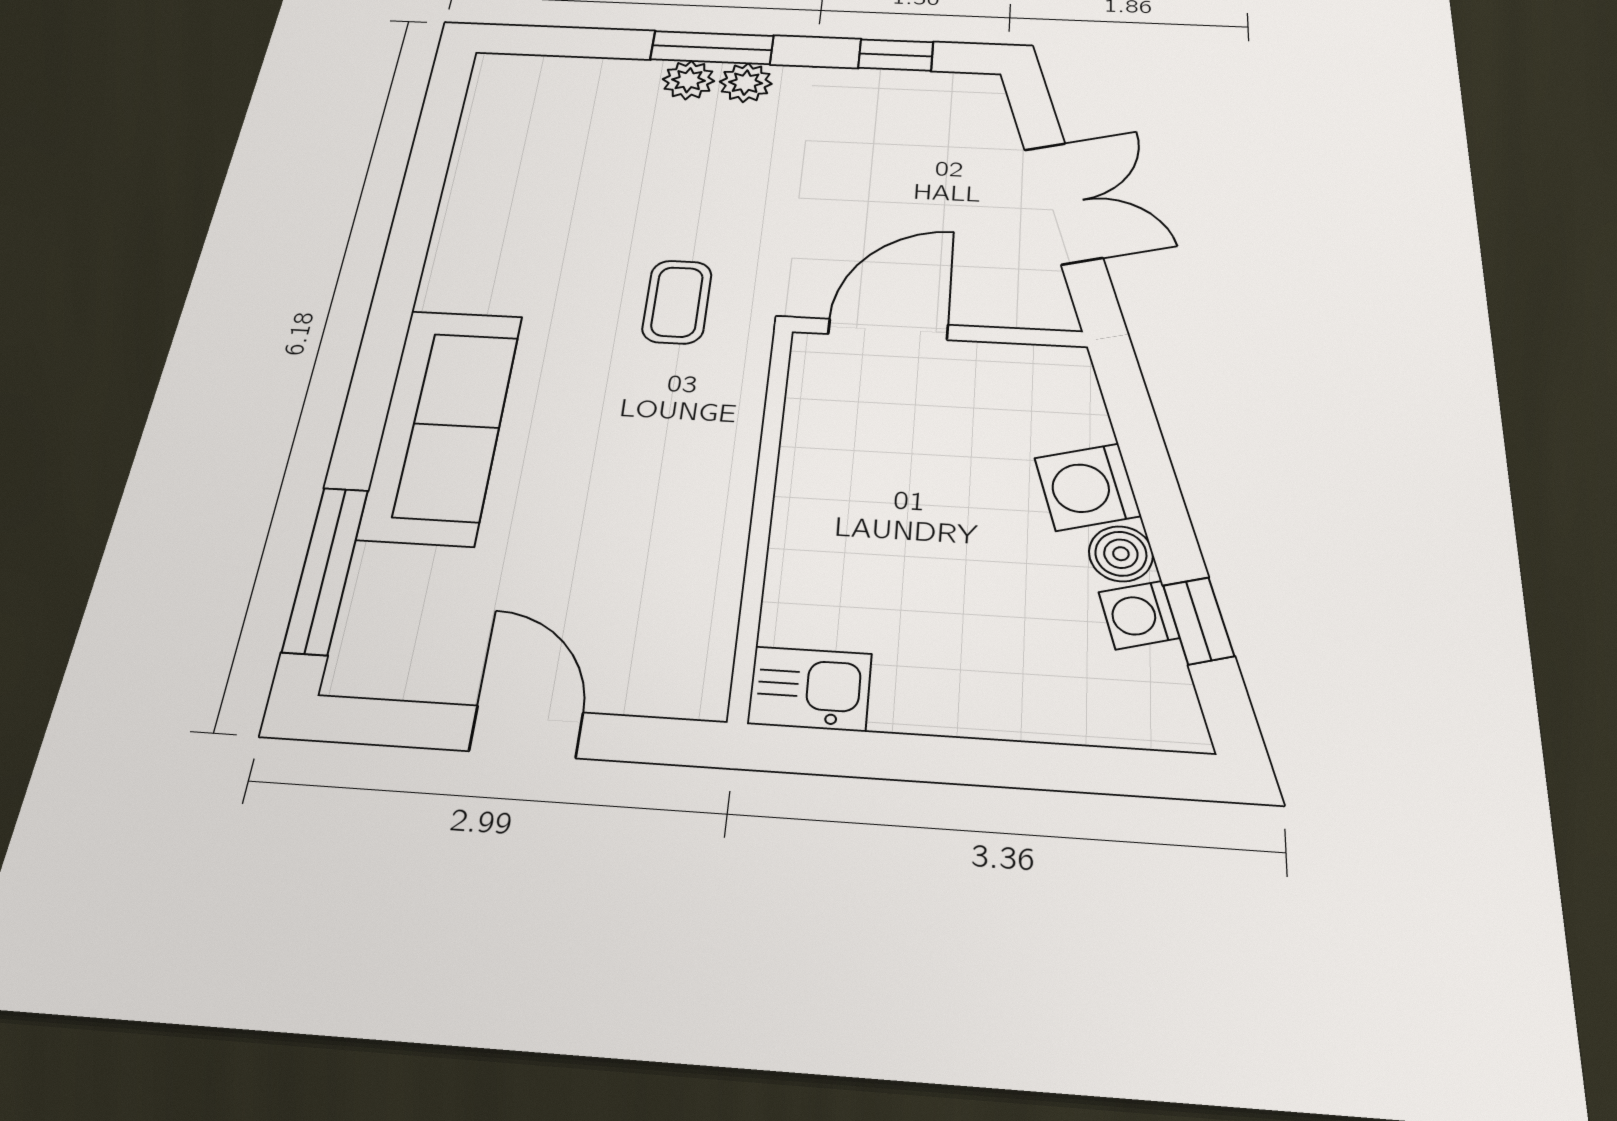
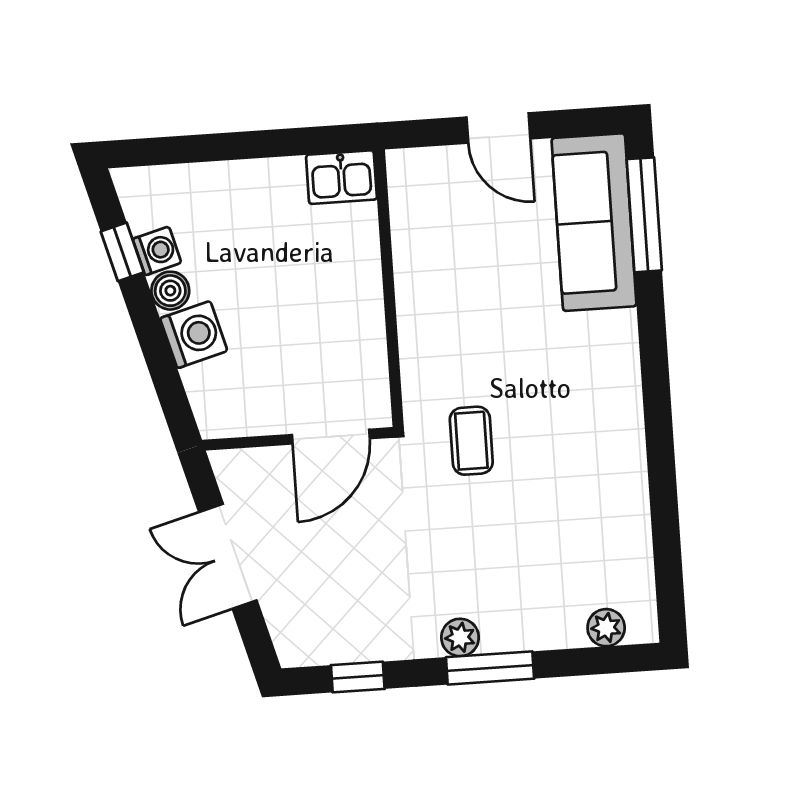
plant: (689, 80) -> (606, 628), moved
sofa: (442, 425) -> (594, 222), moved

